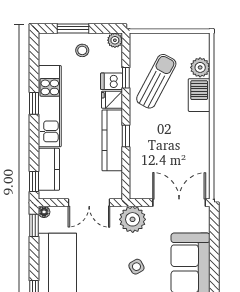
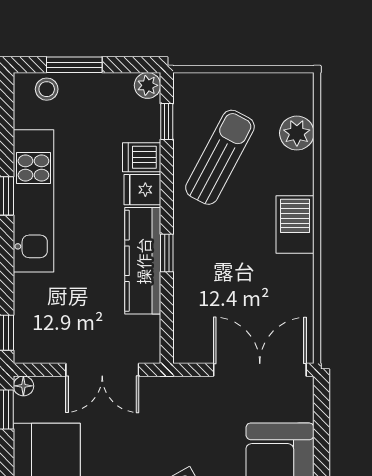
stool: (82, 50) -> (47, 89), moved
window: (126, 78) -> (167, 122), moved
barbecue: (199, 95) -> (295, 225), moved
kitchen counter: (49, 169) -> (32, 311), removed
plant: (133, 219) -> (178, 399), removed

